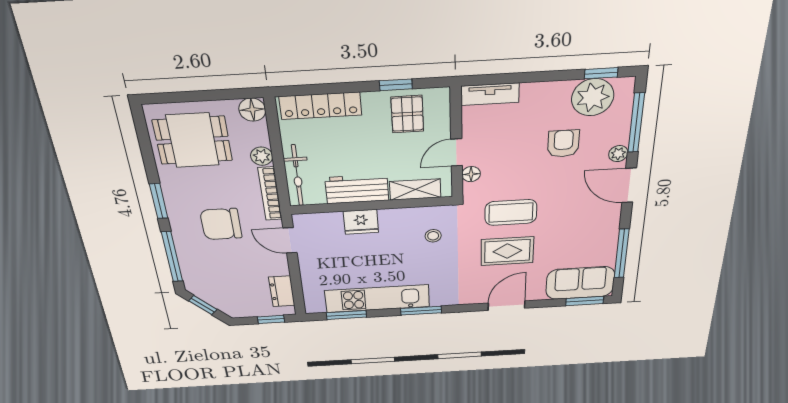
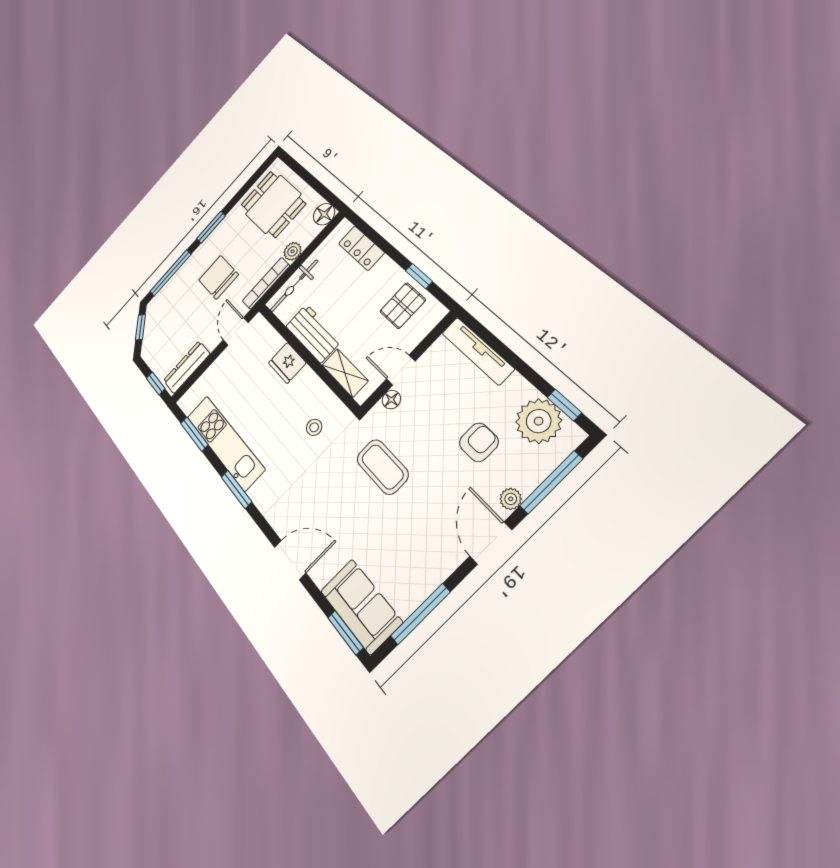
tv unit: (490, 94) -> (478, 351), width x1.41
locker: (320, 106) -> (361, 248), width x0.66
rug: (507, 251) -> (344, 503), removed
dresser: (282, 291) -> (187, 367), width x1.44

